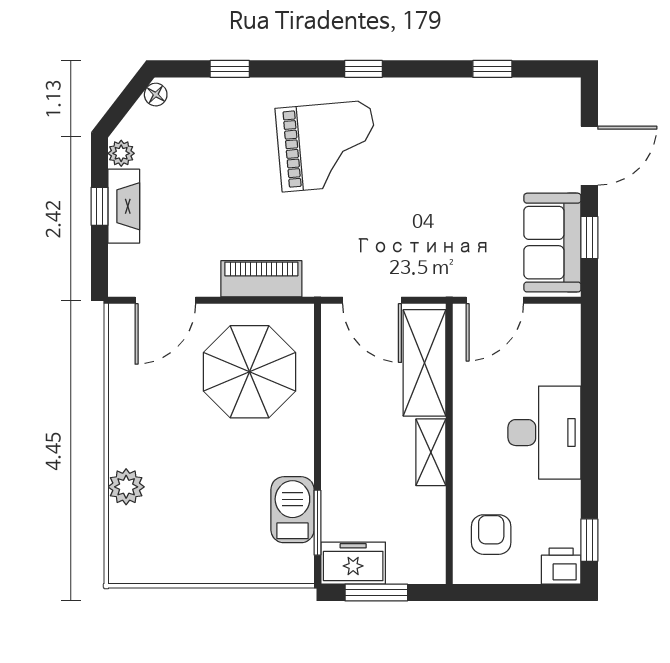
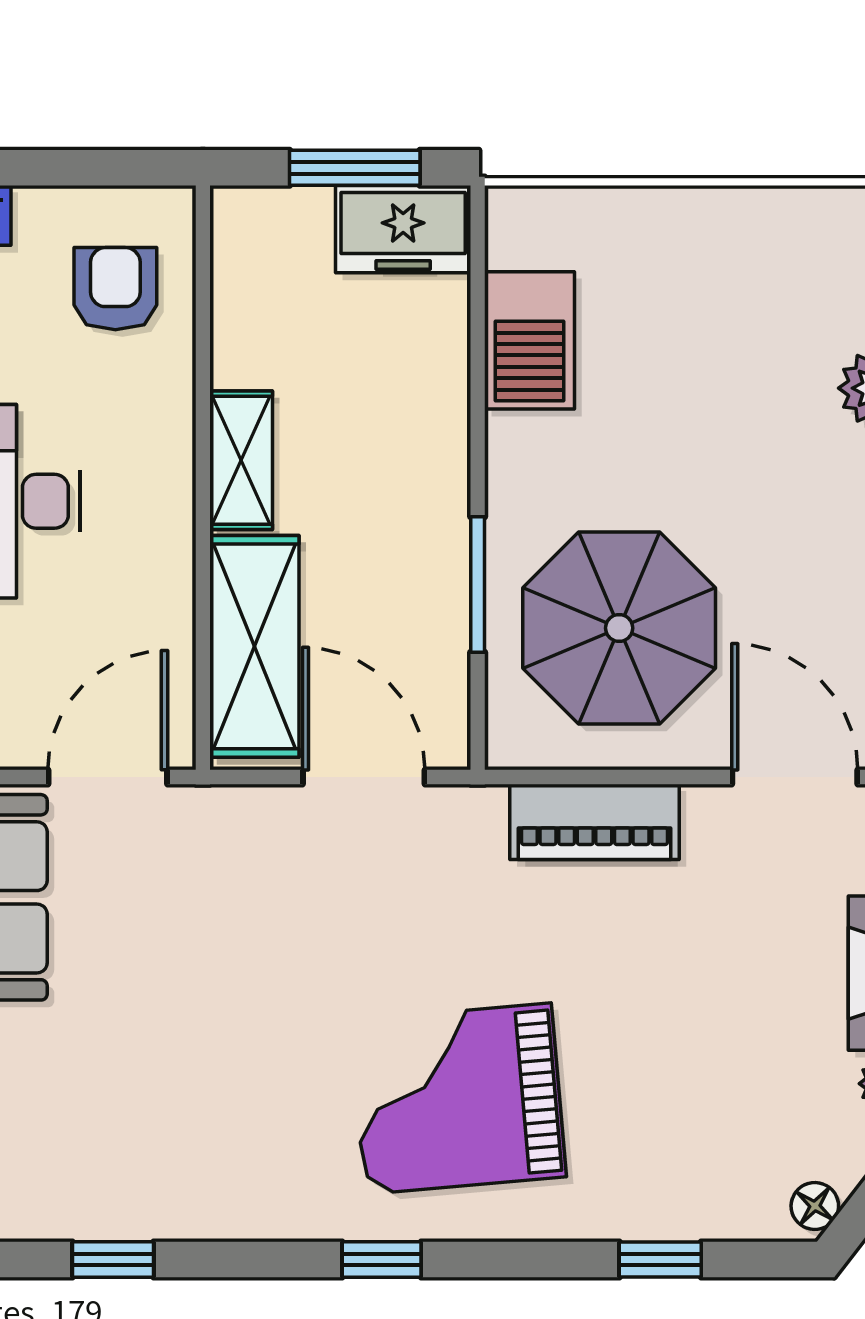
door: (165, 300) -> (795, 777), hinge flipped
window: (317, 523) -> (478, 585), moved
armchair: (491, 535) -> (115, 289), turned 180

